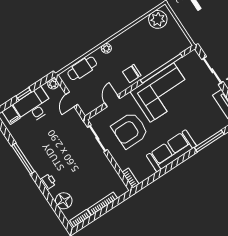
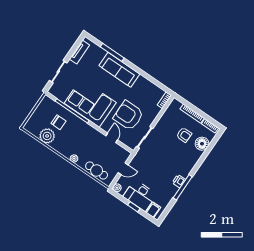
plant: (158, 19) -> (47, 136), moved
chair: (132, 74) -> (58, 122), moved
door: (112, 101) -> (112, 138), swing flipped
armchair: (130, 130) -> (128, 116), turned 180
sofa: (171, 151) -> (119, 70), moved
printer: (48, 182) -> (179, 181), moved
armchair: (82, 184) -> (184, 135), added

